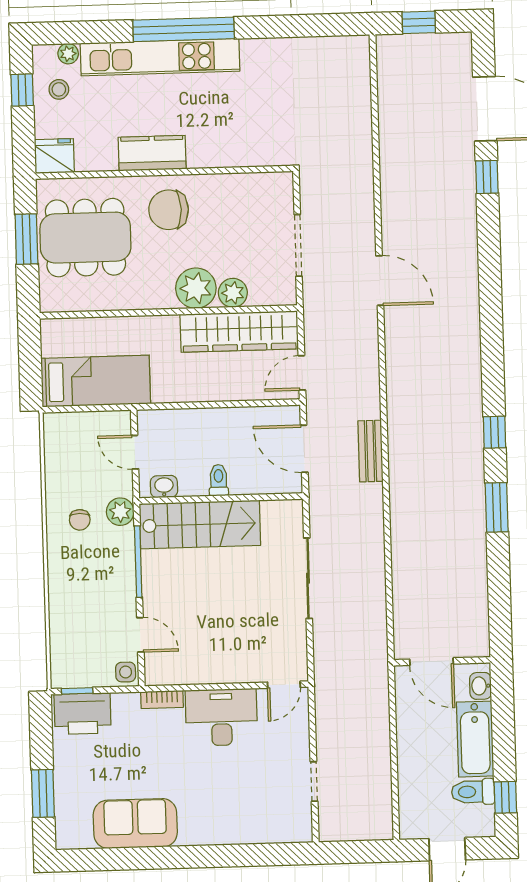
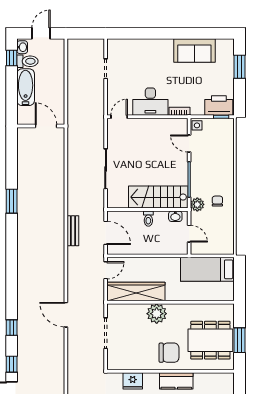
fridge: (54, 156) -> (133, 381), moved
plant: (233, 293) -> (139, 311), removed
window: (494, 432) -> (12, 328), moved
washbasin: (481, 686) -> (22, 47), moved

